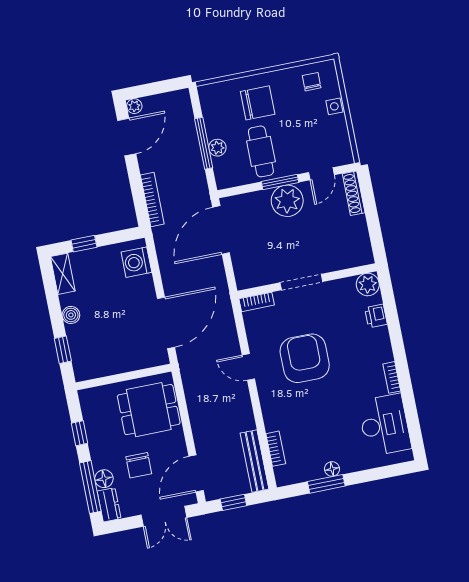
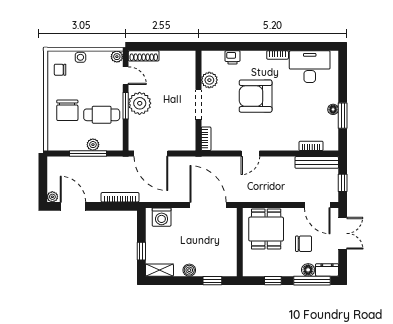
chair: (258, 103) -> (67, 110), turned 180
plant: (345, 156) -> (117, 57), added
plant: (368, 285) -> (209, 80), moved
armchair: (305, 358) -> (256, 96), moved

